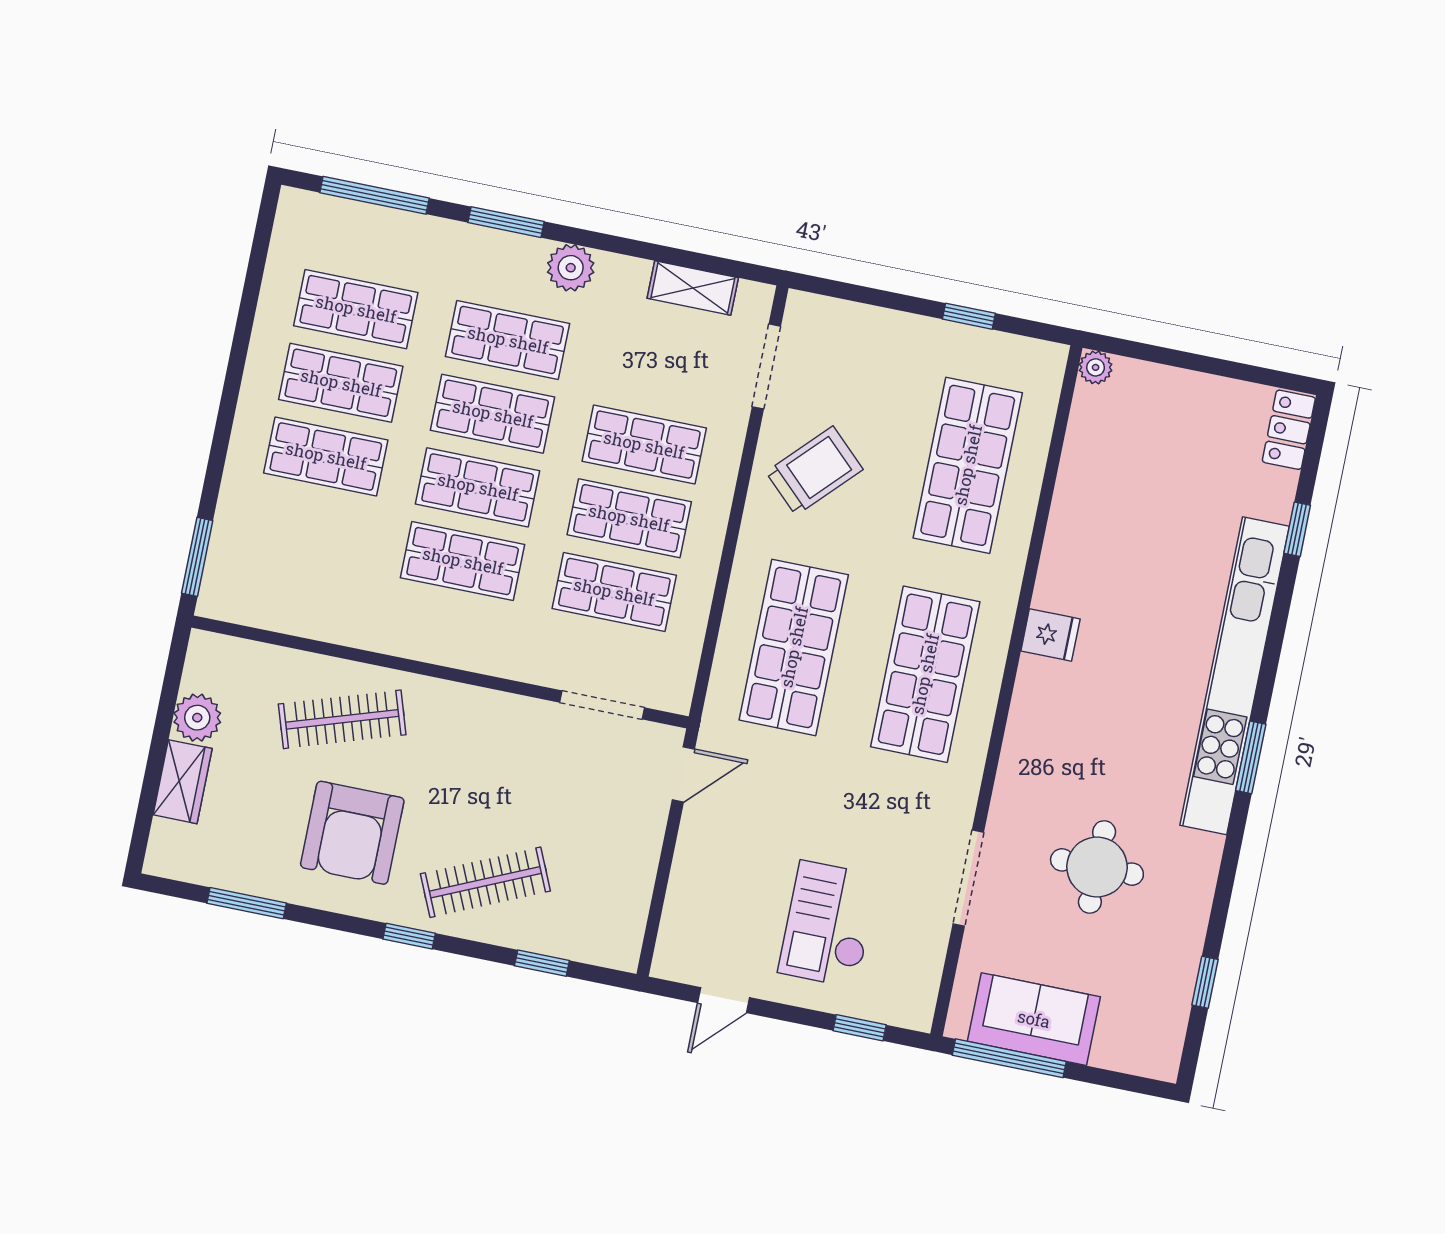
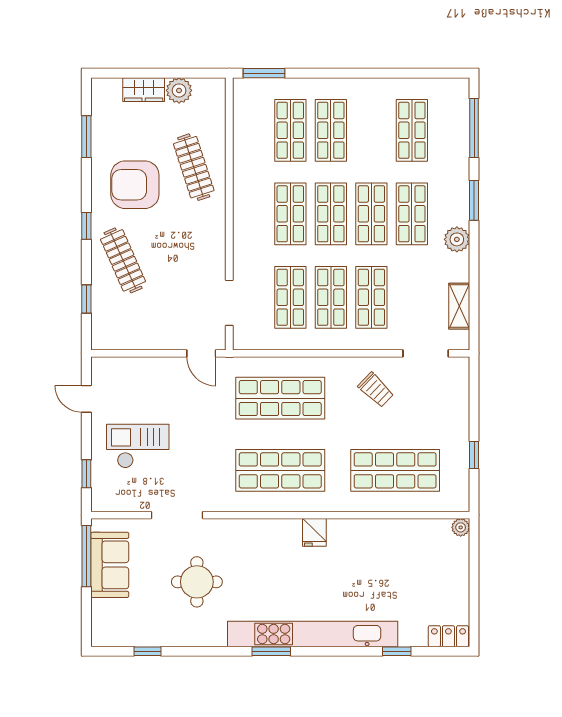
shop shelf: (341, 383) -> (290, 130), moved
trolley: (814, 471) -> (376, 390), width x0.73, depth x0.72

